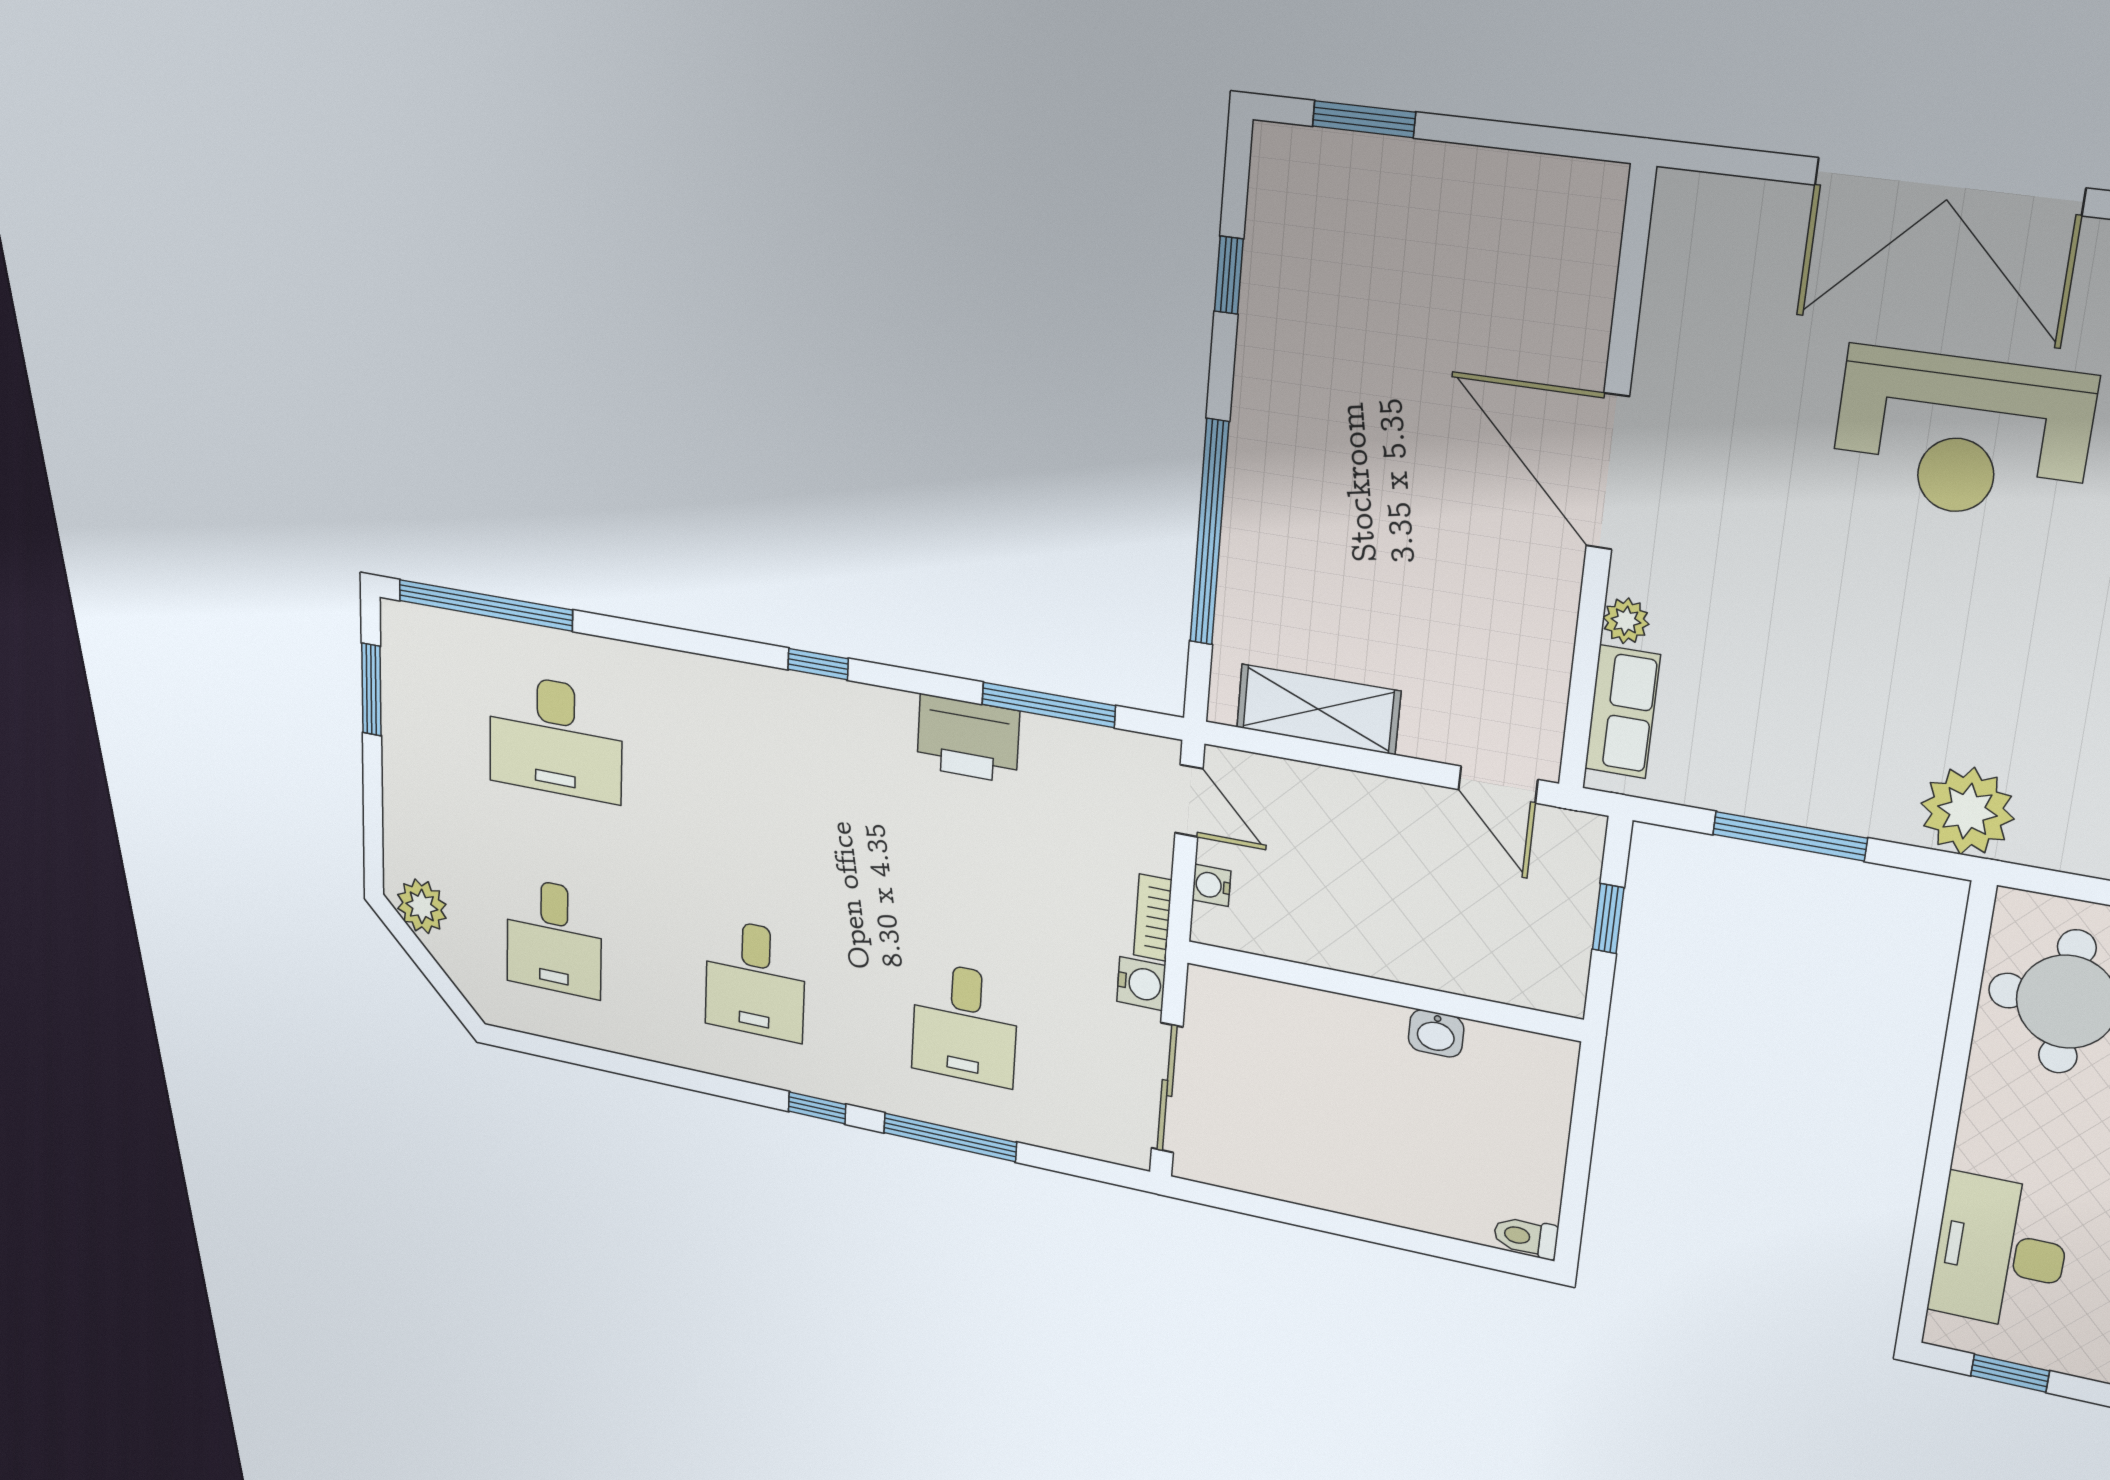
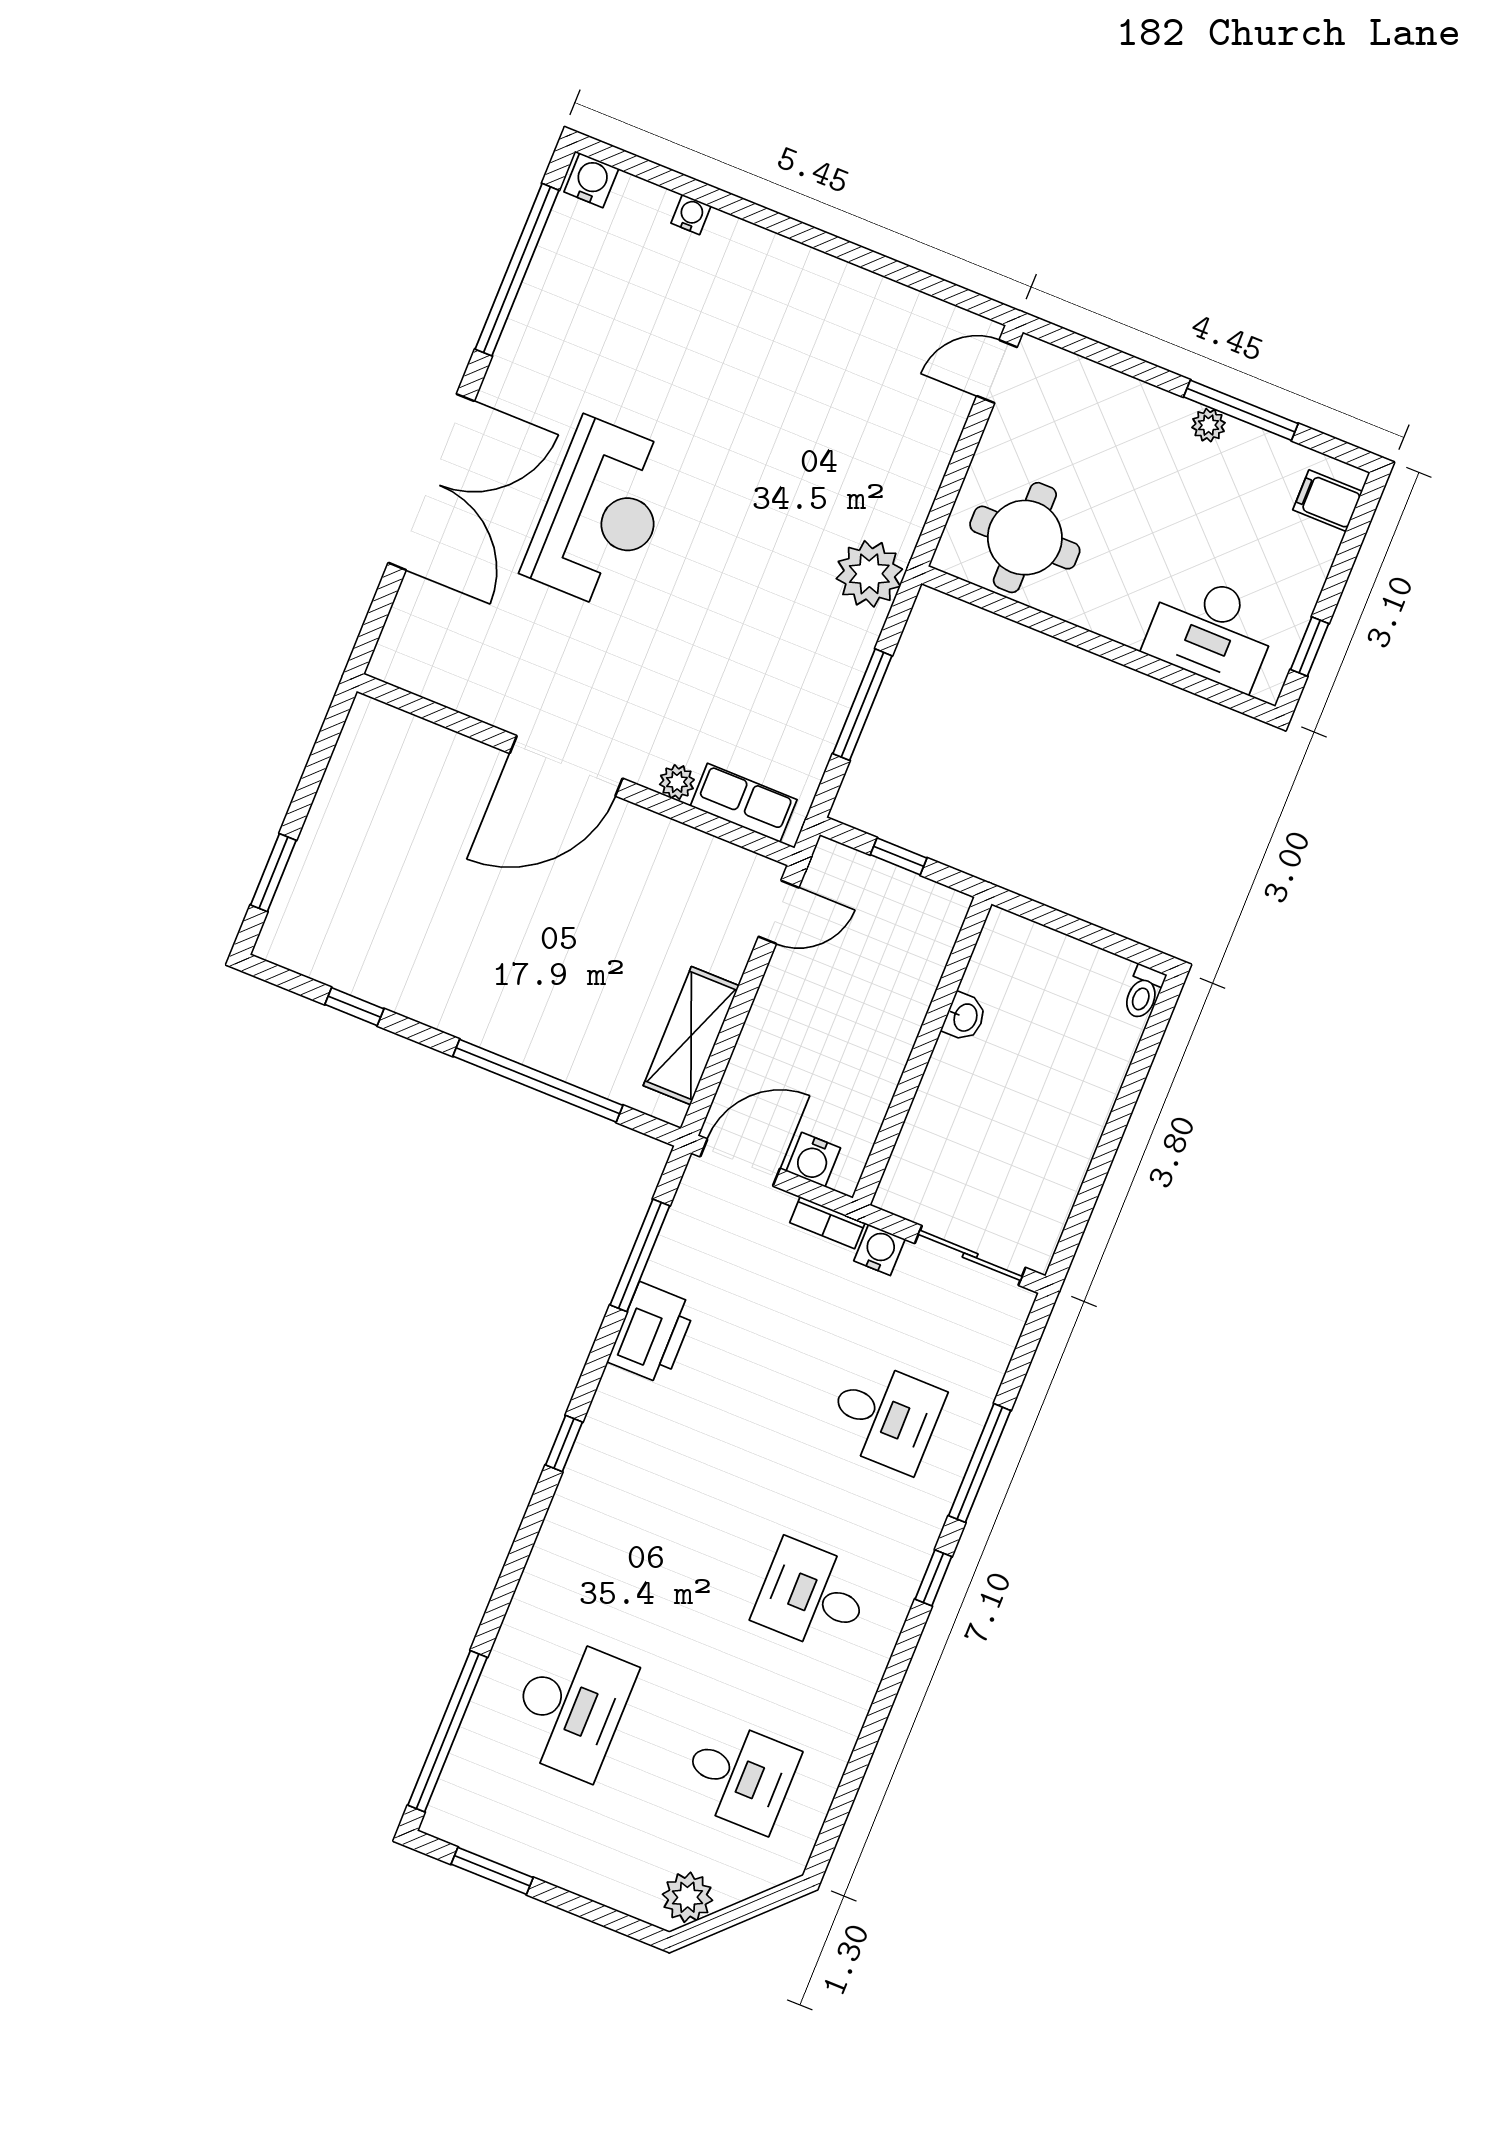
door: (1189, 801) -> (740, 1163), width x1.38
water cooler: (1211, 885) -> (813, 1160), width x1.38, depth x1.38
desk: (755, 980) -> (812, 1596), turned 180

